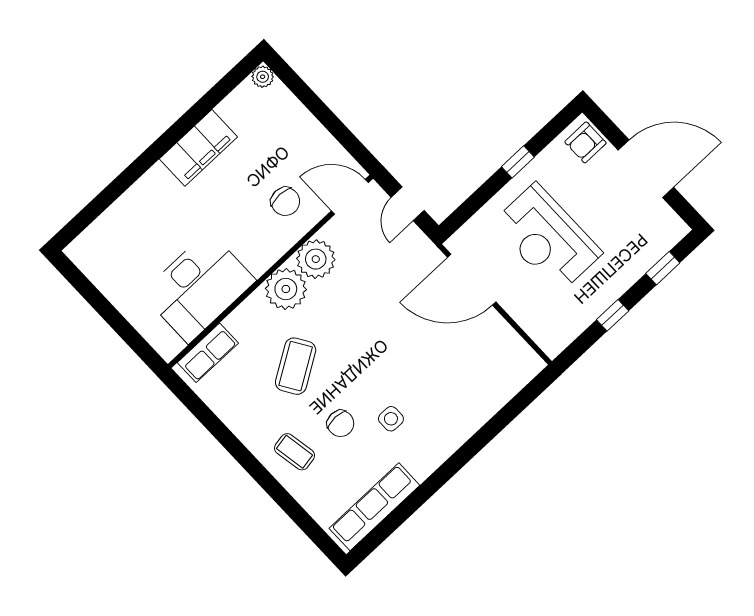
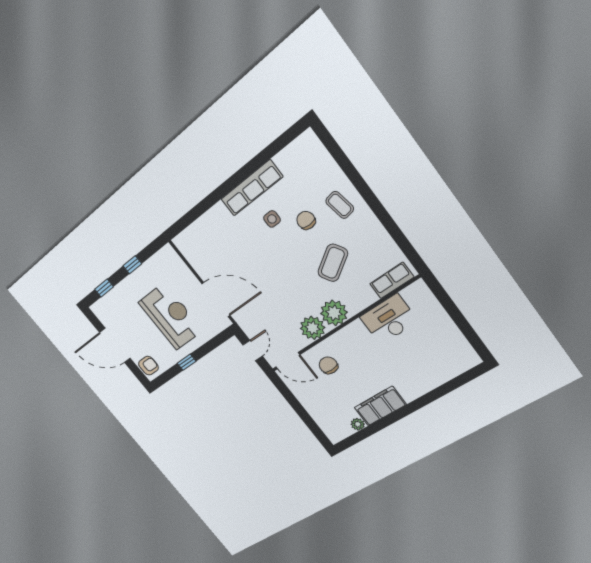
plant: (263, 77) -> (358, 424), moved
desk: (199, 287) -> (389, 319), width x0.73, depth x0.77
row of seats: (374, 507) -> (252, 188), moved

